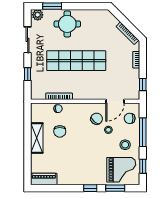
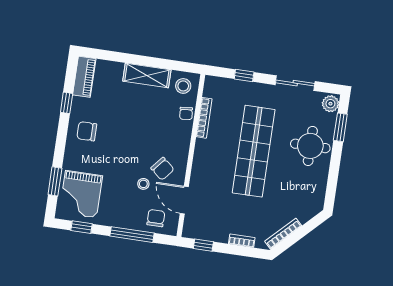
chair: (60, 131) -> (87, 131), moved
stool: (125, 145) -> (183, 86), moved
window: (90, 188) -> (67, 103), moved

